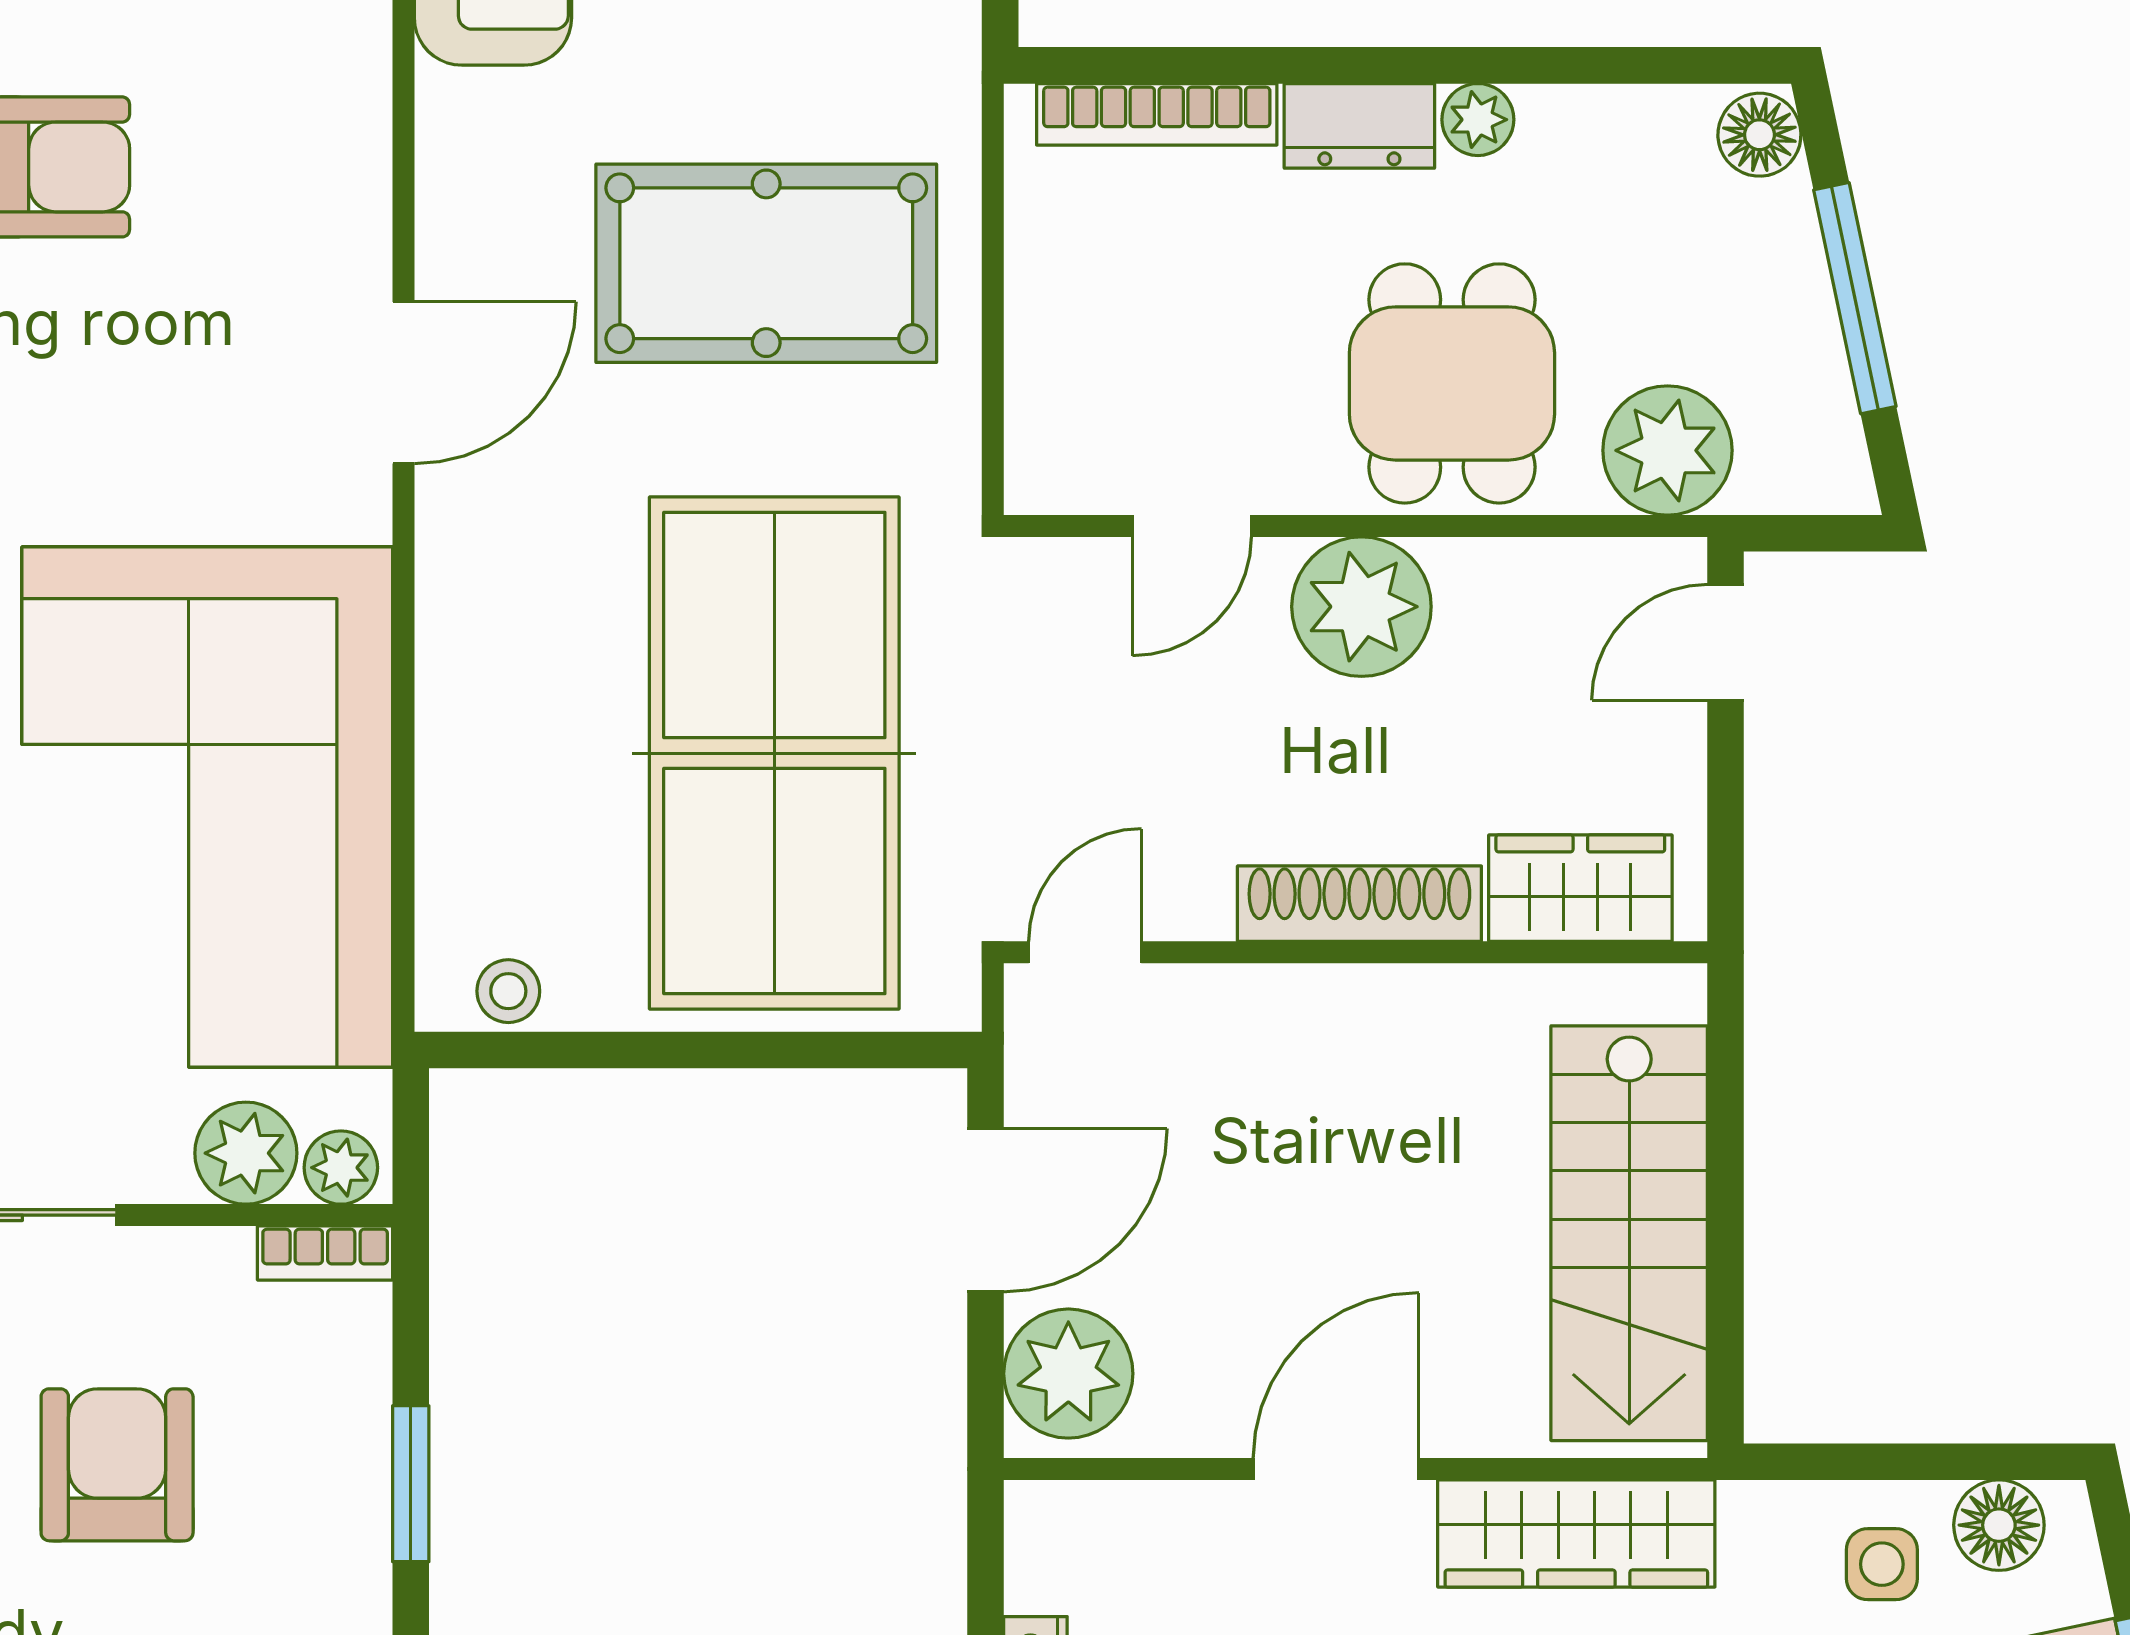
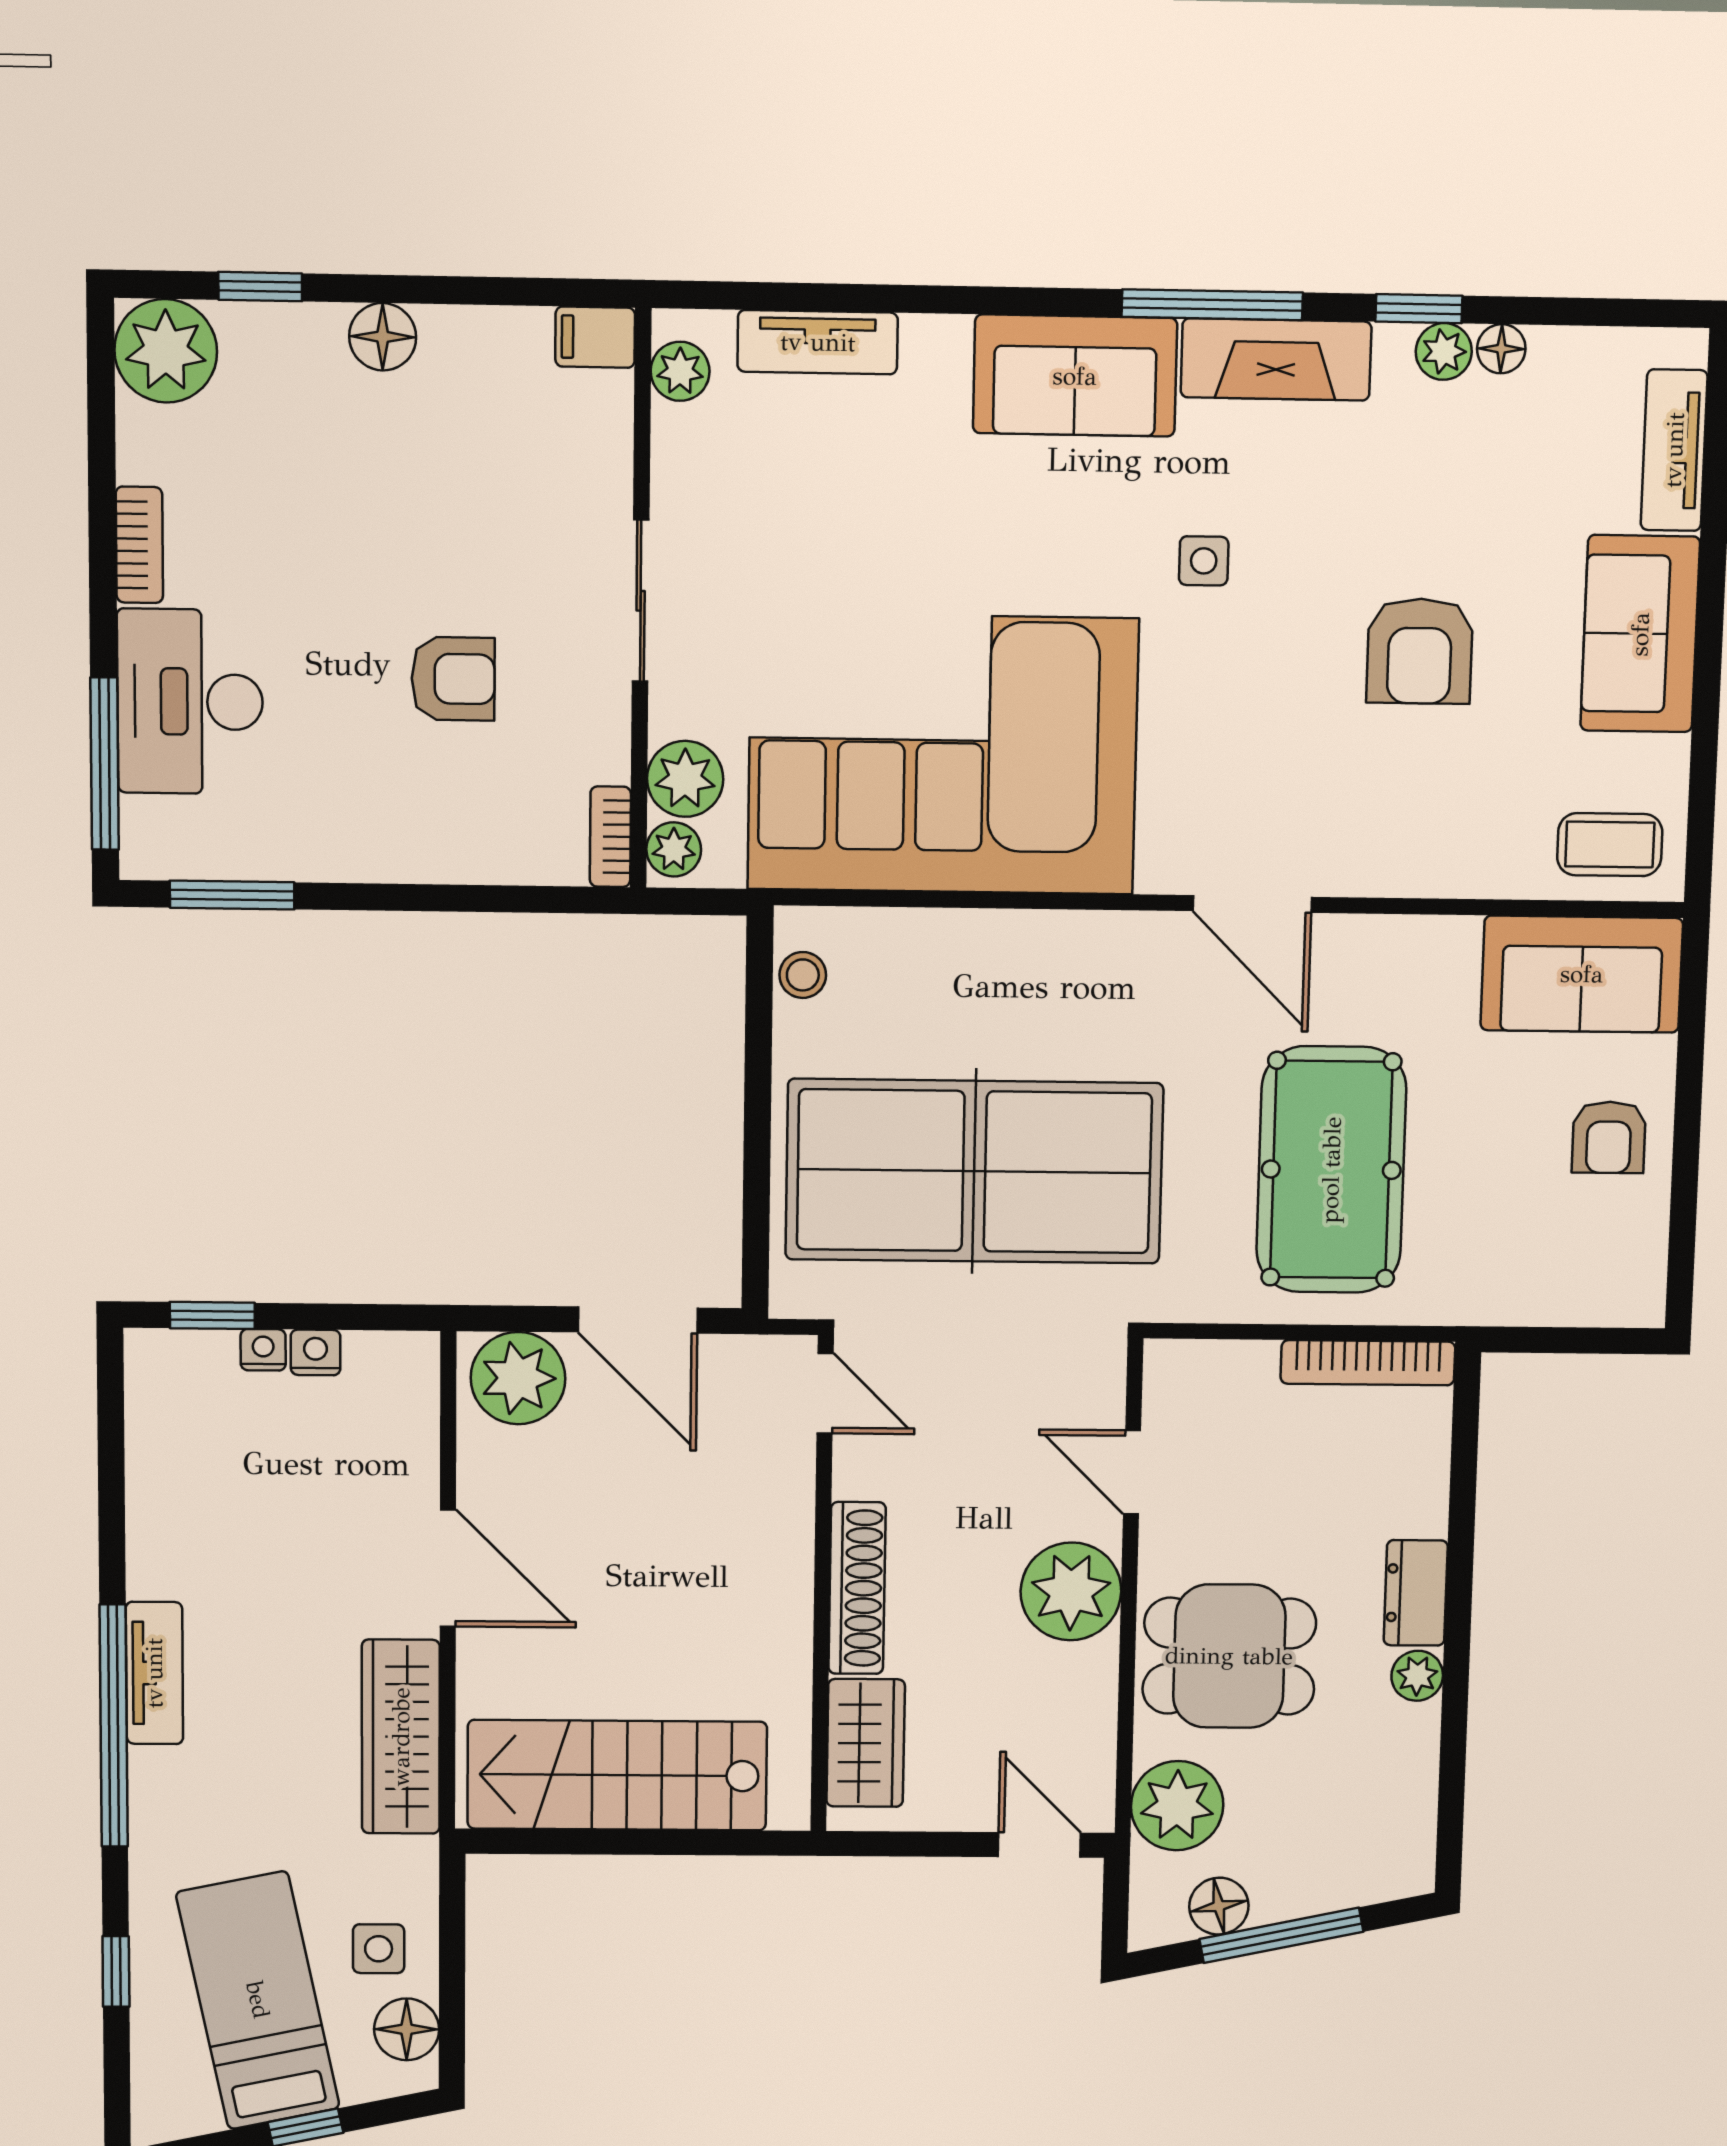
bookcase: (1157, 114) -> (1368, 1363), moved, turned -90
floor lamp: (1759, 135) -> (1219, 1906), moved
armchair: (117, 1465) -> (453, 679), width x0.72, depth x0.72
window: (411, 1484) -> (438, 898), removed

